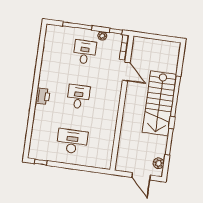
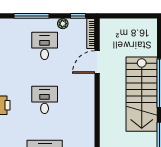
door: (126, 71) -> (97, 62), swing flipped

